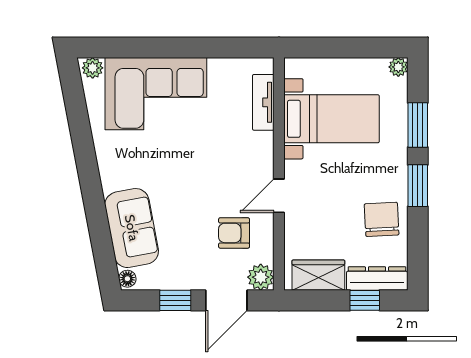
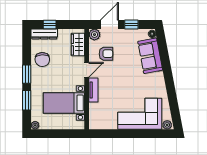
tv unit: (263, 102) -> (93, 90), moved
wardrobe: (318, 275) -> (78, 45), moved, turned 90

